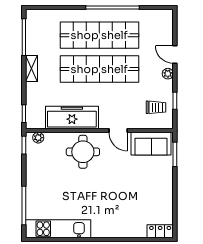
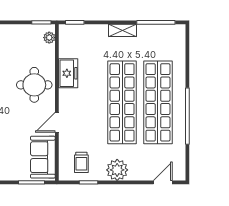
door: (175, 55) -> (163, 182), moved
plant: (168, 74) -> (117, 170), width x1.87, depth x1.87
freezer: (72, 118) -> (68, 73), width x0.52, depth x0.79

